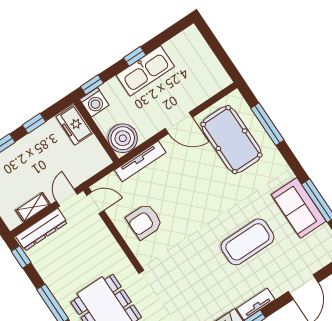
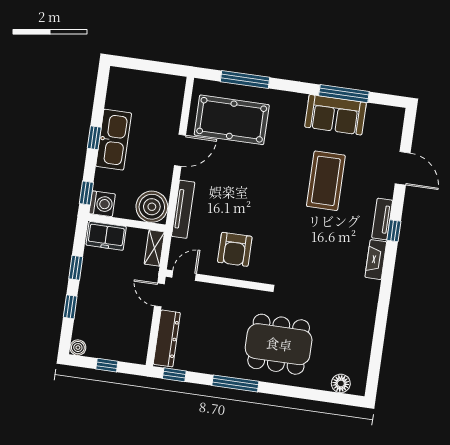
shelving: (33, 207) -> (154, 248), moved

